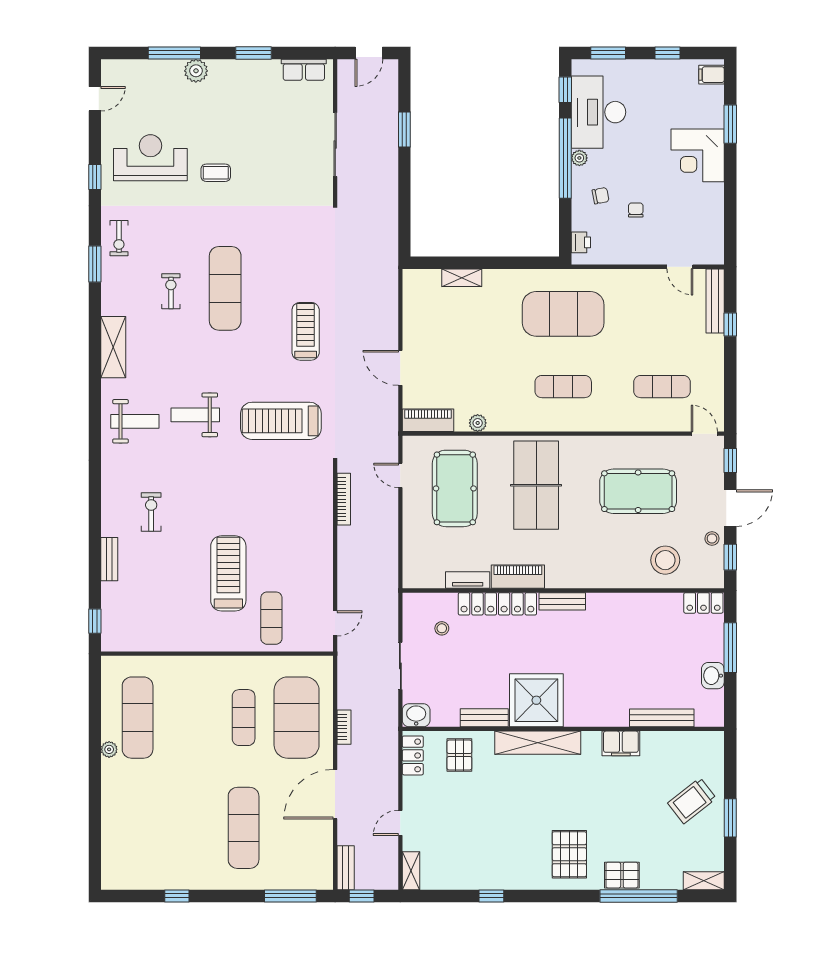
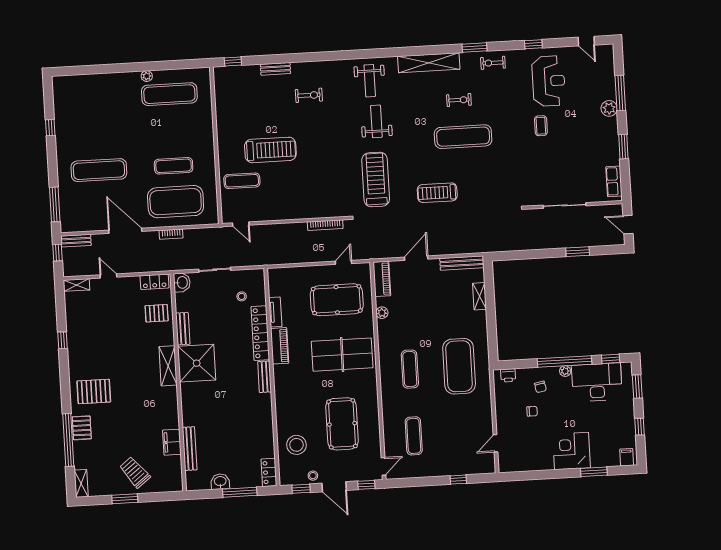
bench: (715, 301) -> (462, 263), moved
treadmill: (306, 331) -> (437, 193), turned 180
shelving: (113, 347) -> (429, 63), width x1.47
shelving: (538, 743) -> (168, 366), width x0.68
filing cabinet: (621, 743) -> (172, 442), moved

